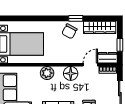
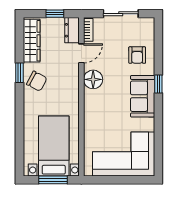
door: (90, 65) -> (81, 53), swing flipped
plant: (47, 73) -> (93, 111), removed

